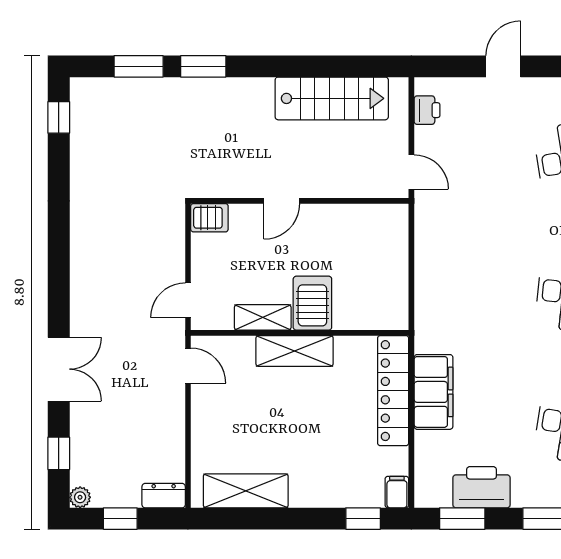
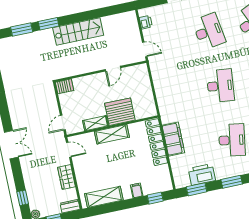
stairs: (332, 98) -> (78, 31), moved
door: (282, 201) -> (113, 69), moved
server rack: (312, 303) -> (120, 112), width x1.60
double door: (59, 369) -> (11, 145), moved
wardrobe: (170, 427) -> (66, 177), added
filing cabinet: (397, 492) -> (137, 190), moved

